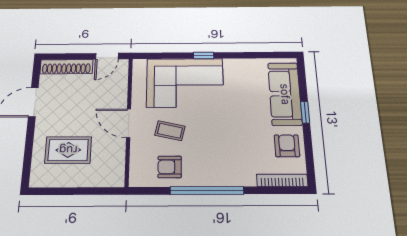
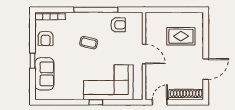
sofa: (285, 94) -> (44, 74), width x0.73
coffee table: (170, 131) -> (89, 43), moved

